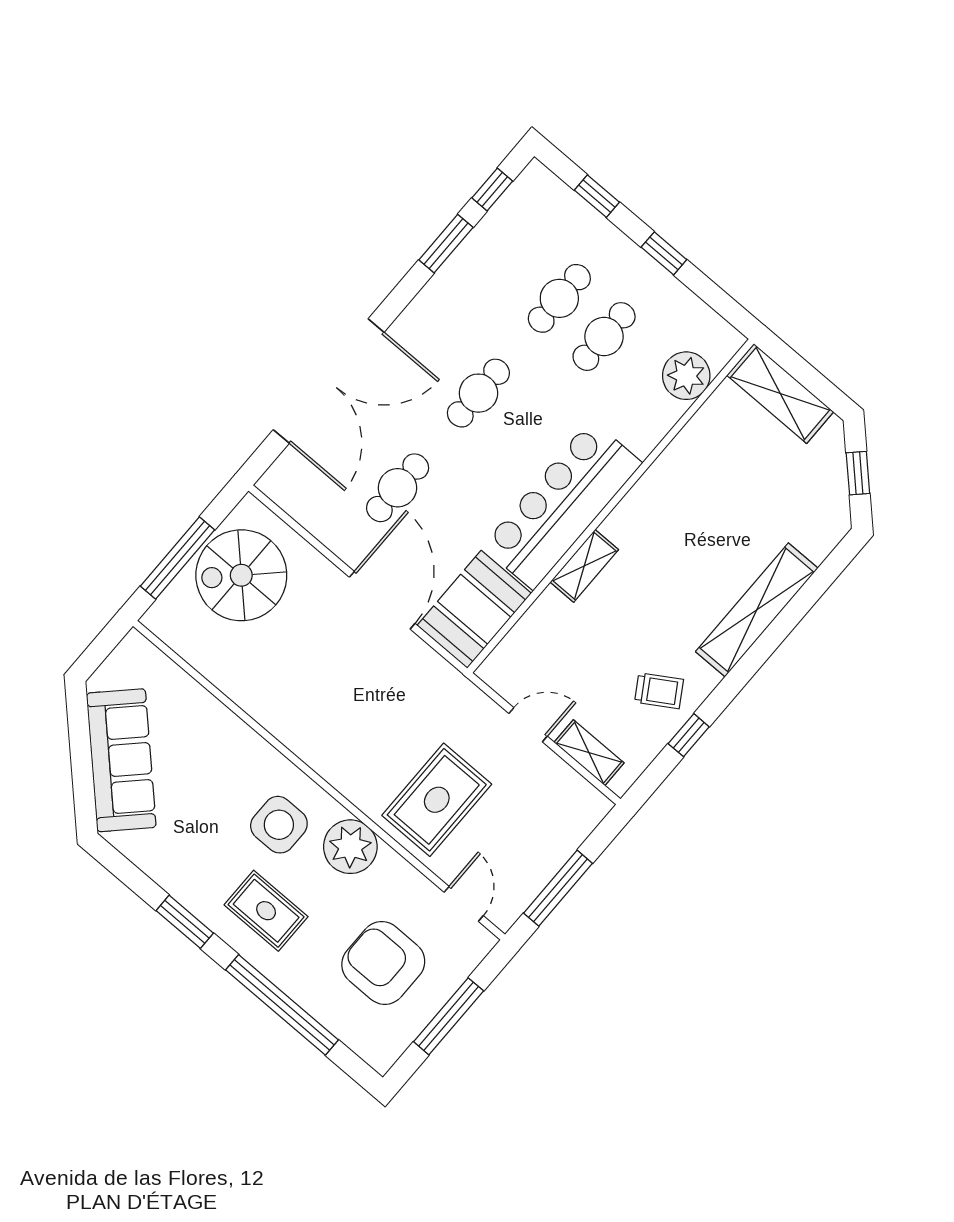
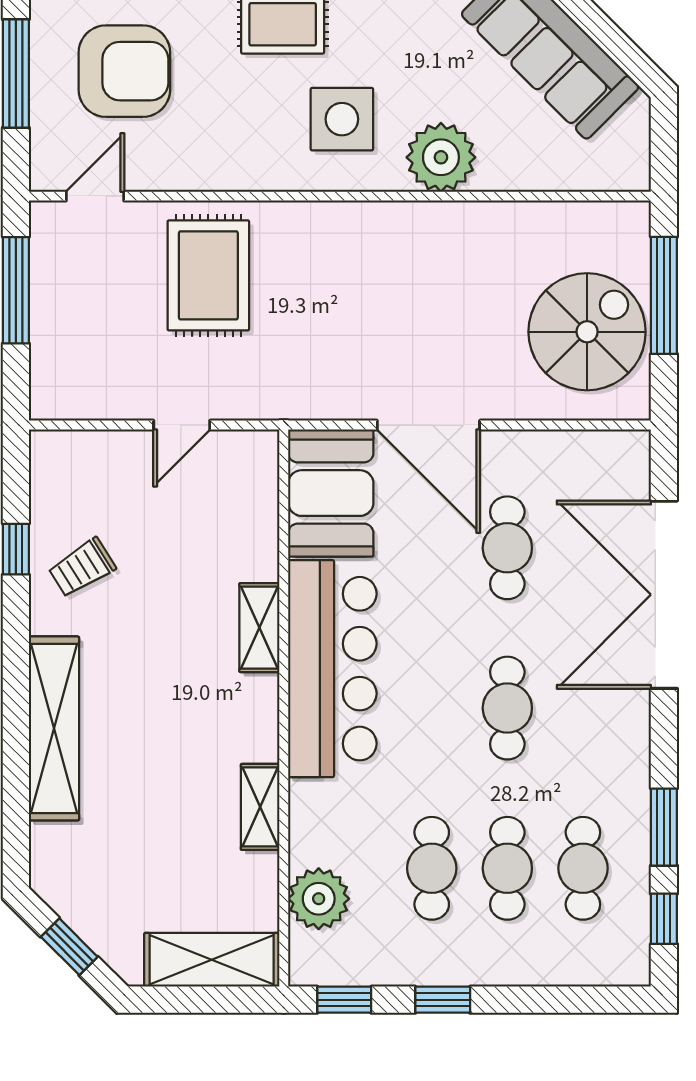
window: (597, 196) -> (344, 1000), moved
cafe table: (515, 260) -> (583, 868), added
shelving: (589, 753) -> (260, 807), moved, turned 90
plant: (350, 847) -> (441, 157), moved
door: (464, 904) -> (95, 196), swing flipped

